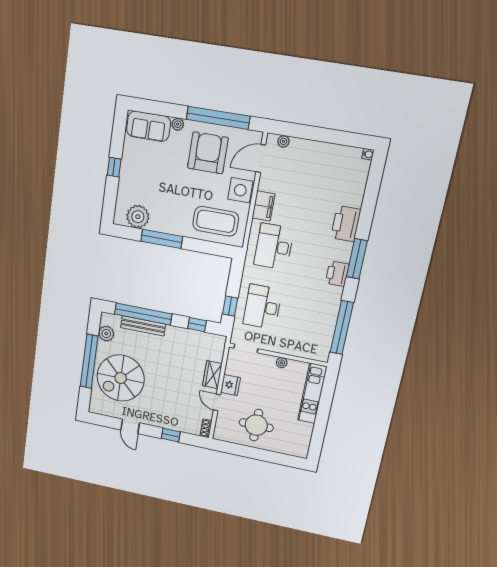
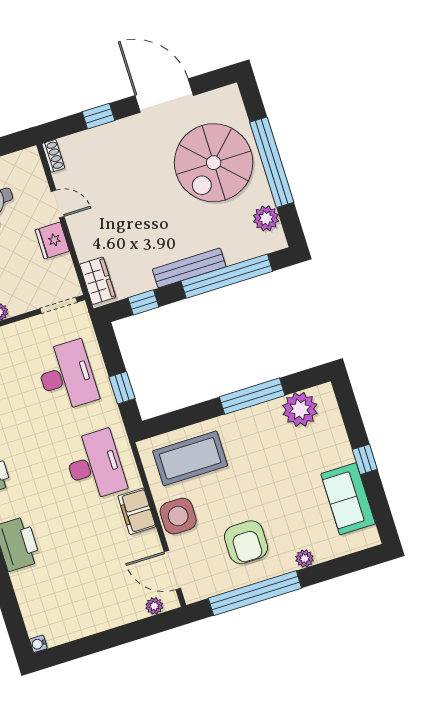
sofa: (148, 126) -> (348, 499), moved, turned -90
armchair: (208, 153) -> (246, 542), width x0.73, depth x0.73
door: (261, 158) -> (172, 570), swing flipped
window: (230, 306) -> (122, 388), moved
bench: (143, 326) -> (189, 268), moved
wardrobe: (212, 375) -> (98, 281), moved
spiral stairs: (121, 378) -> (214, 163), turned 180
door: (130, 426) -> (164, 96), width x1.88

